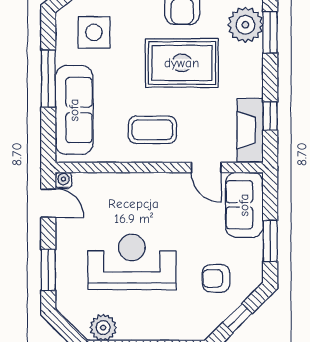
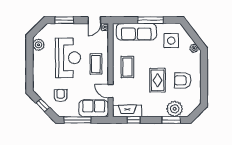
rug: (182, 63) -> (157, 80), width x0.73, depth x0.70
door: (206, 168) -> (110, 91), hinge flipped
coffee table: (146, 200) -> (96, 64), added
window: (270, 241) -> (77, 120), width x1.44

